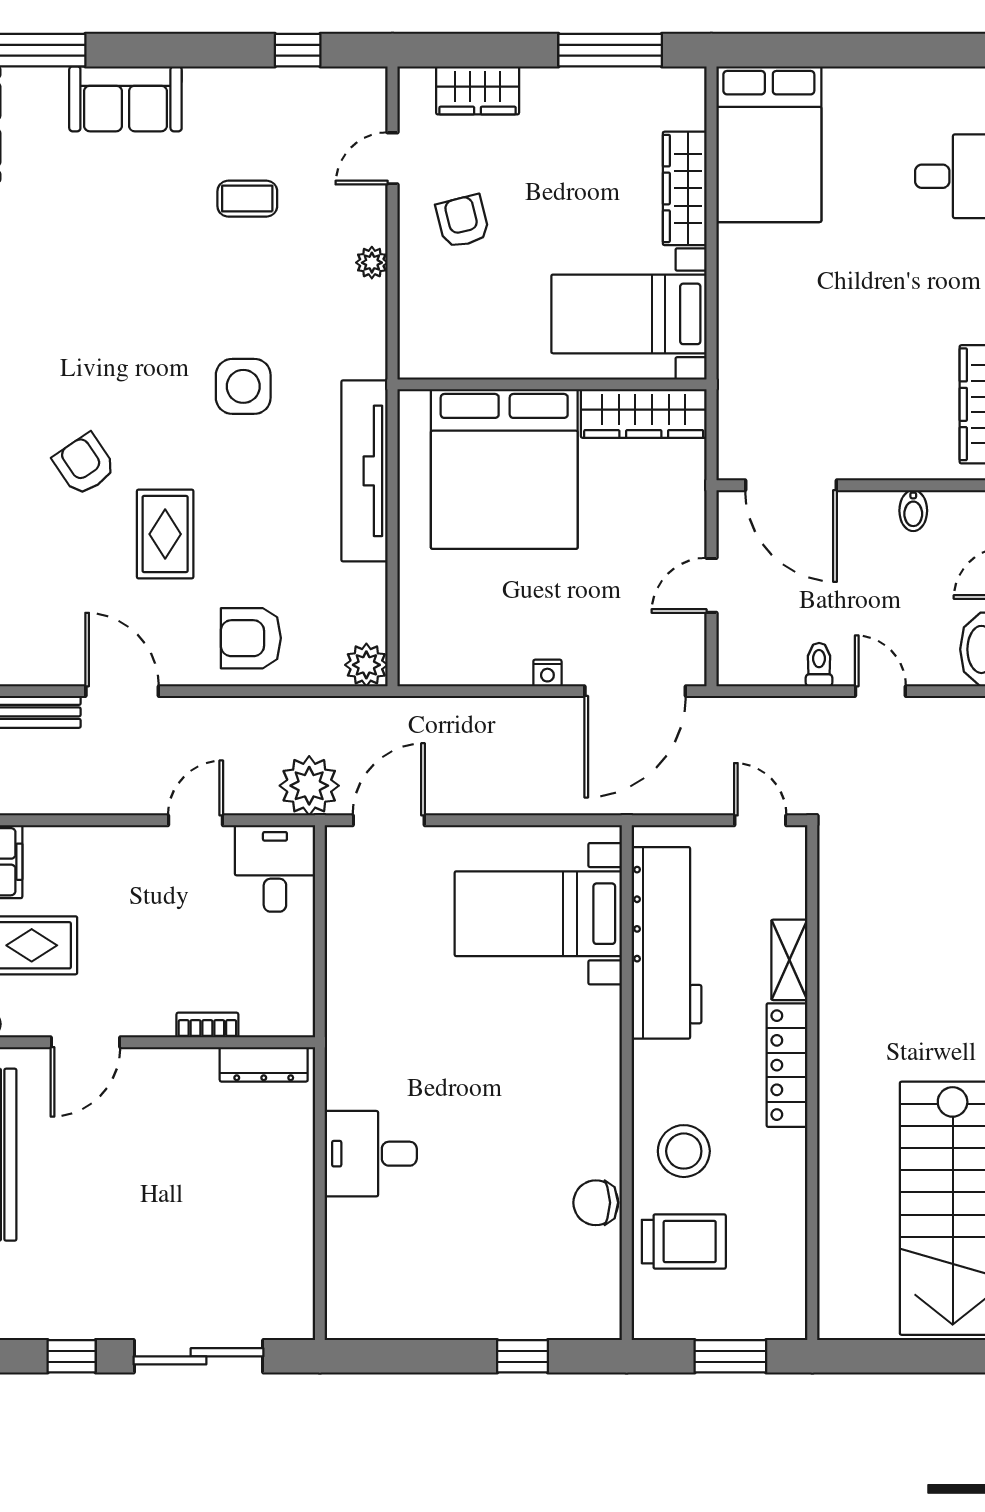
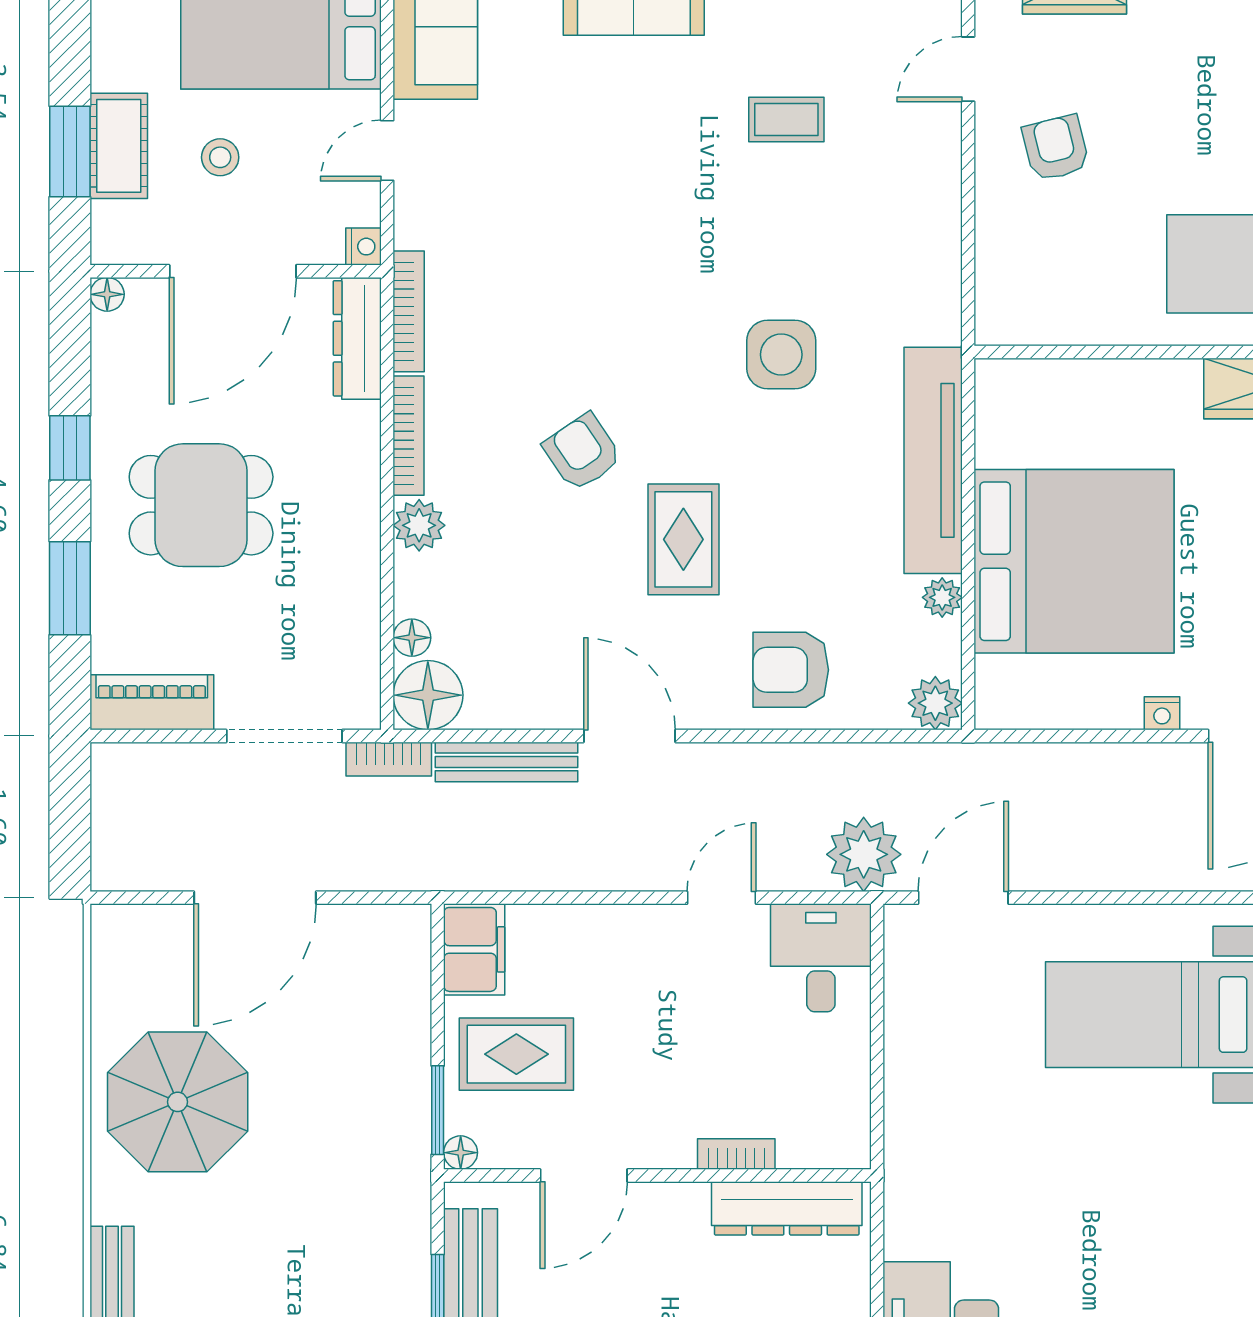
plant: (372, 263) -> (942, 597), moved
bed: (504, 469) -> (1074, 561), moved, turned -90
dresser: (264, 1064) -> (787, 1208), width x1.37, depth x1.24

